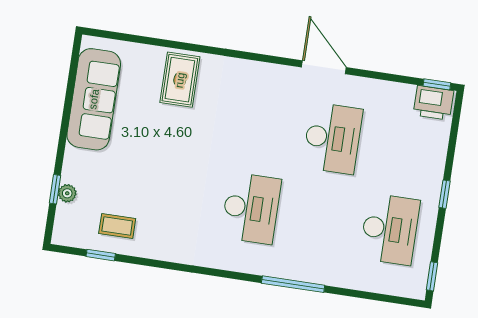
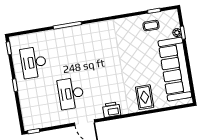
sofa: (94, 99) -> (175, 69), width x1.36, depth x1.27
printer: (433, 103) -> (112, 110), moved
desk: (251, 208) -> (96, 52), removed

